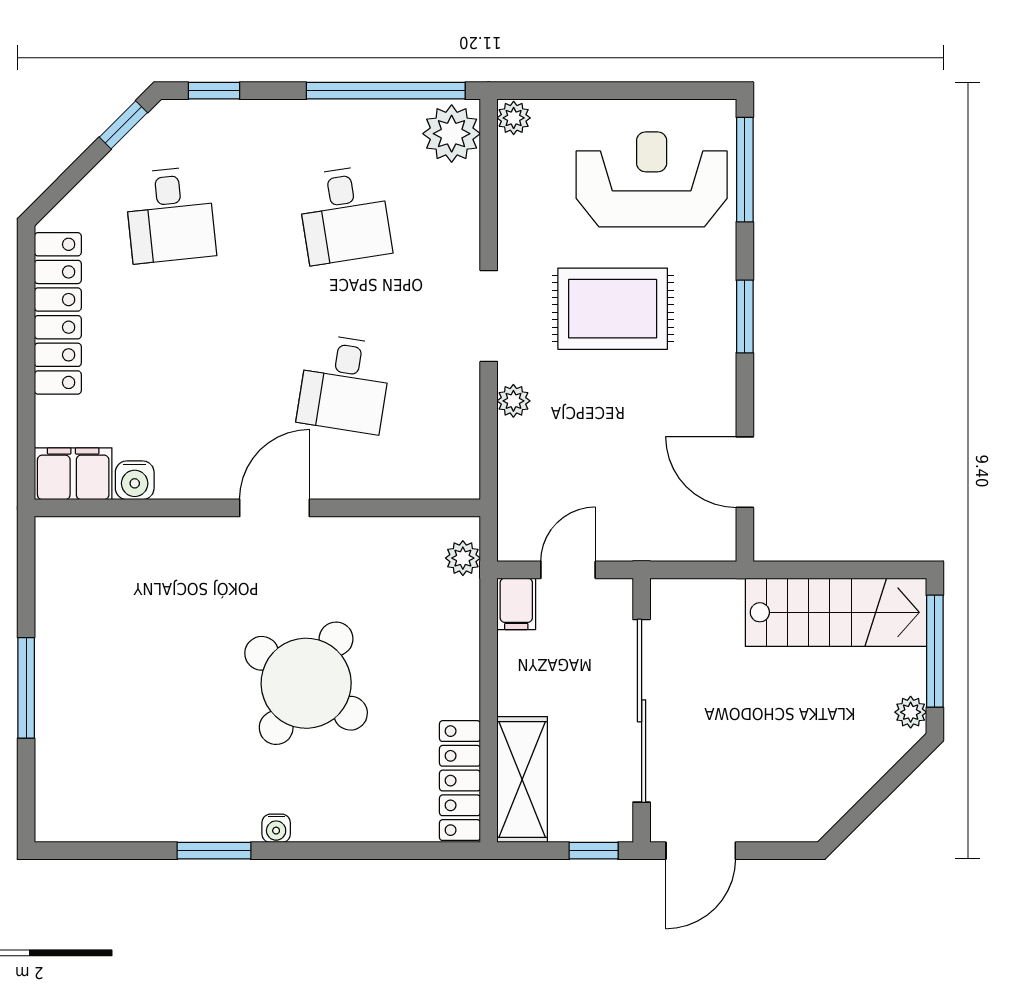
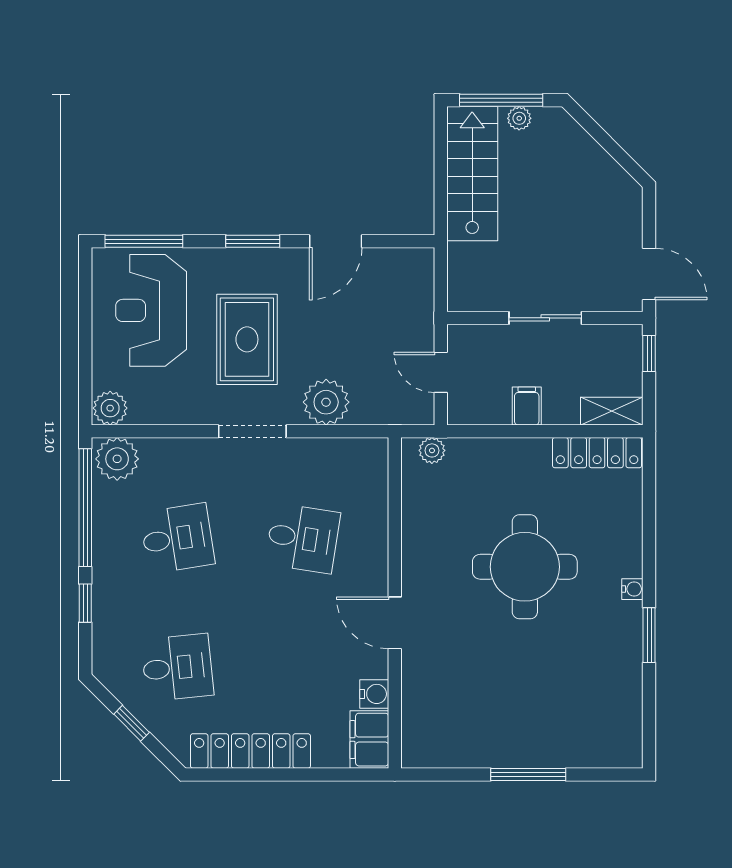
window: (214, 91) -> (85, 603), moved
plant: (514, 118) -> (110, 408), width x1.38, depth x1.38
window: (123, 125) -> (132, 723), moved
plant: (513, 401) -> (326, 402), width x1.87, depth x1.87
door: (745, 472) -> (336, 241), moved
door: (275, 508) -> (395, 623), moved
filing cabinet: (516, 604) -> (527, 406), moved, turned -90
round table: (306, 683) -> (525, 567), turned -34
sliding door: (642, 711) -> (545, 318), width x0.54
plant: (911, 712) -> (519, 118), moved
shelving: (522, 779) -> (612, 411), width x0.67, depth x0.75

